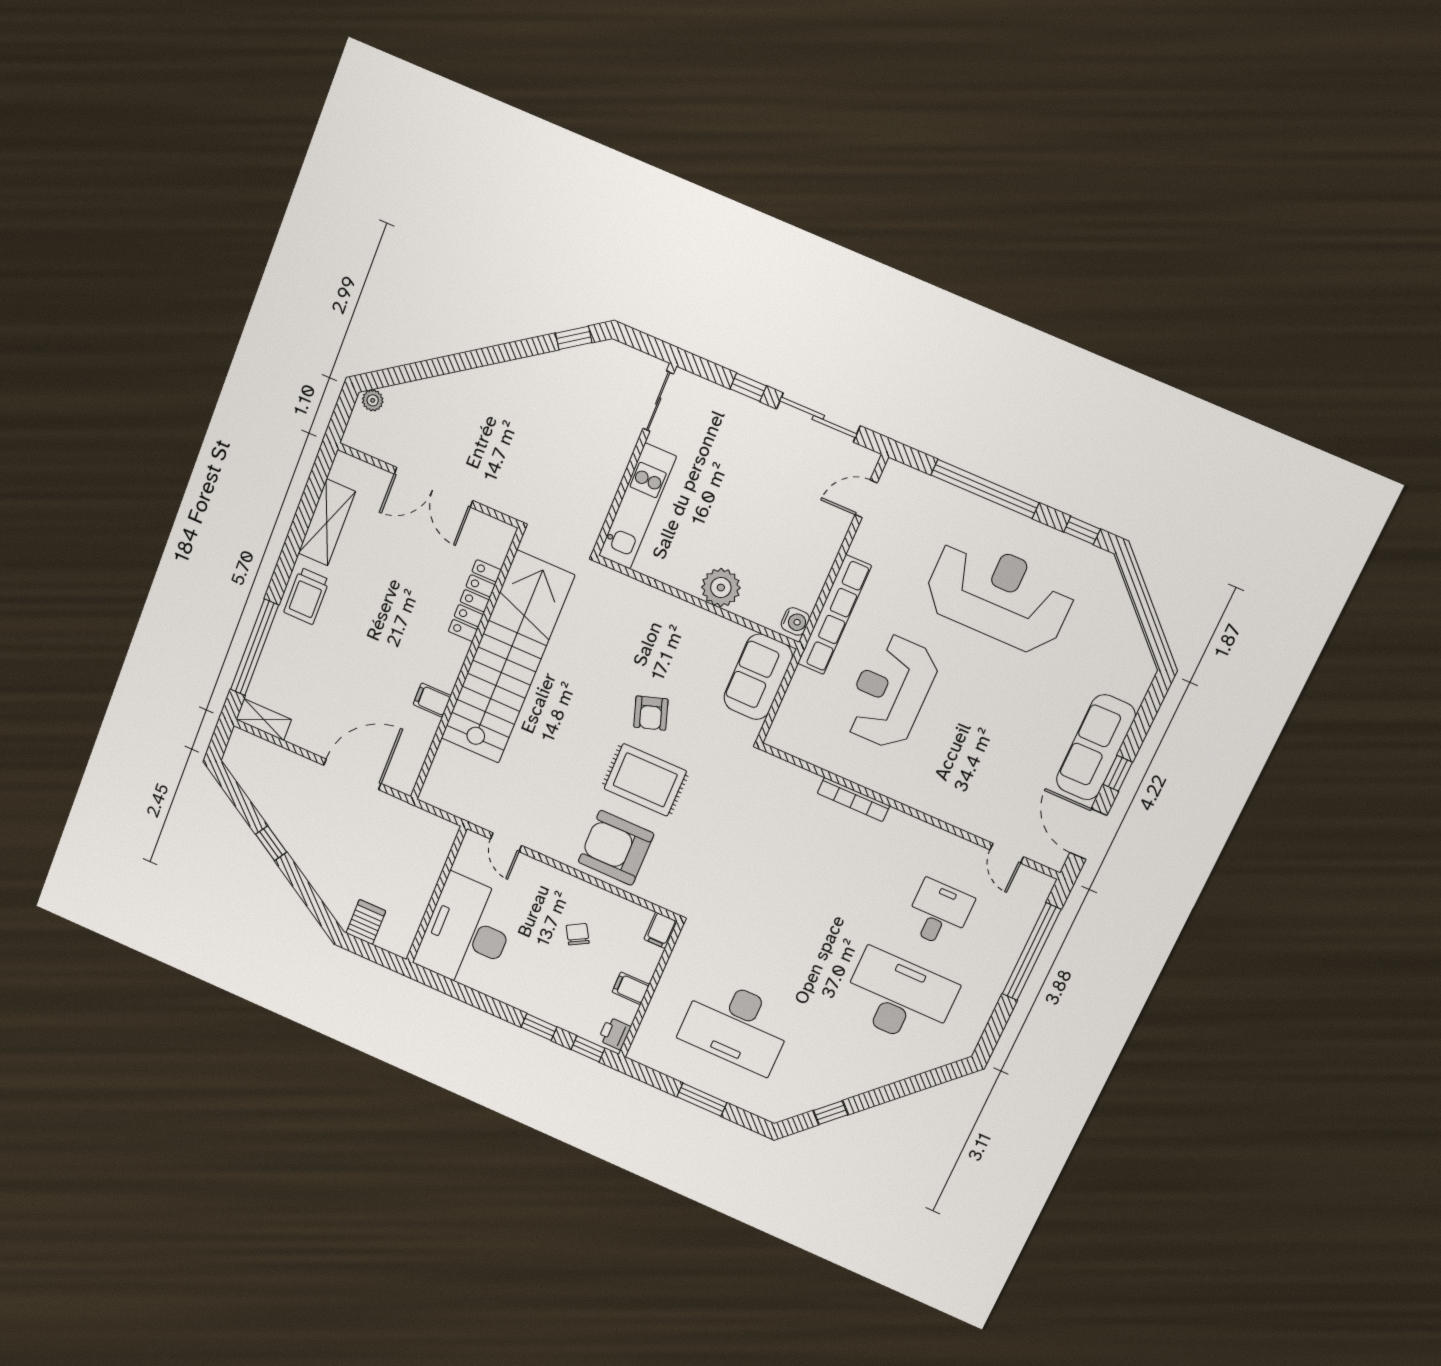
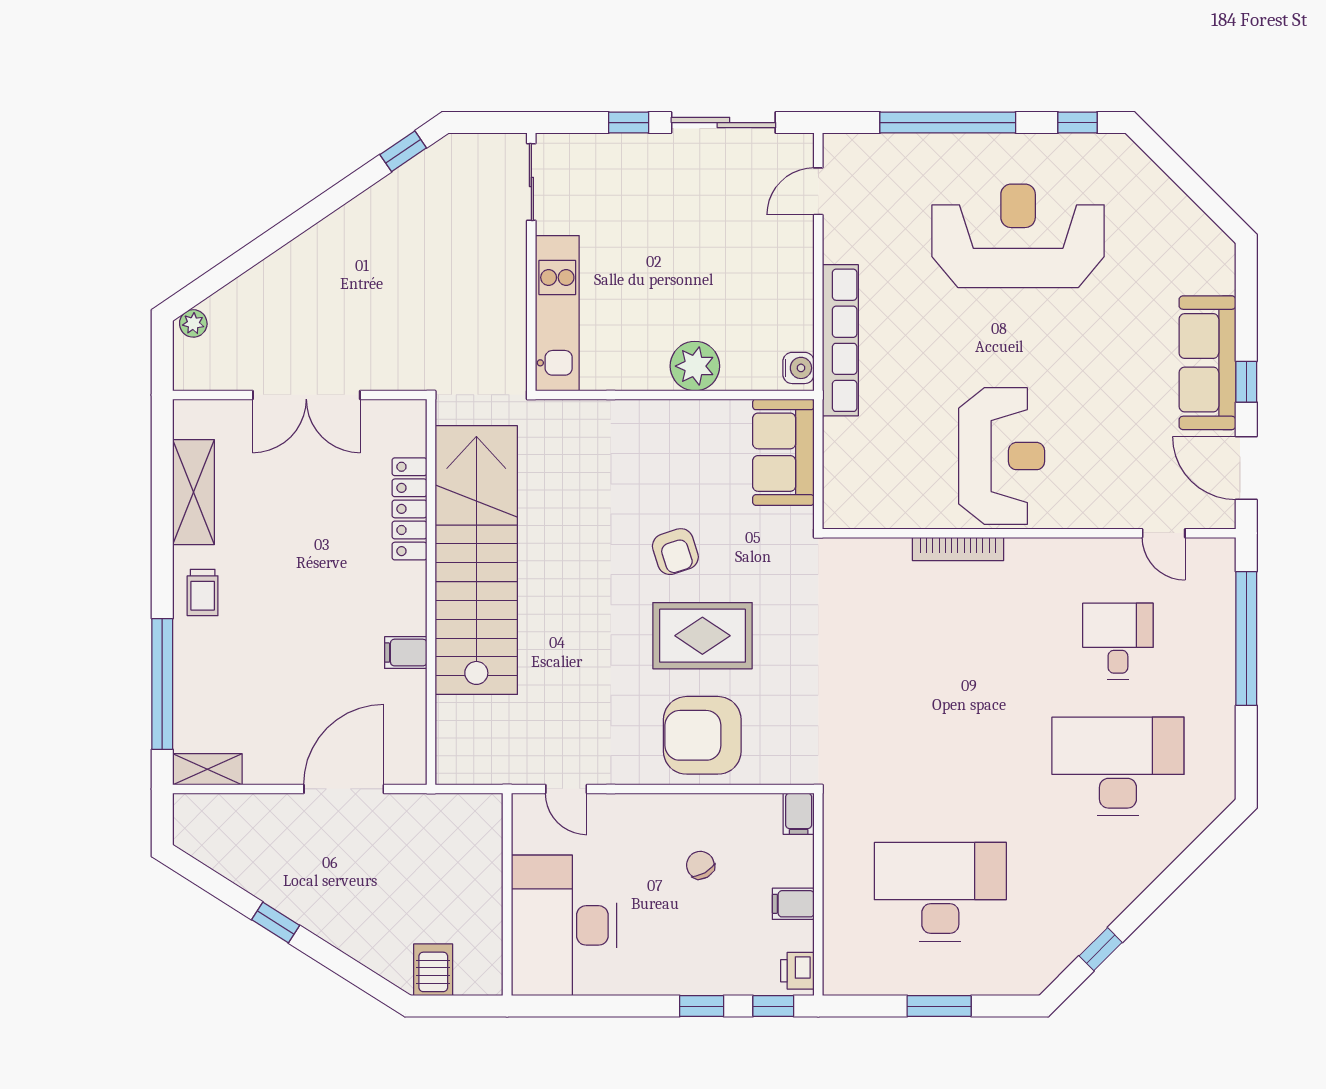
trolley: (307, 596) -> (203, 592), width x0.73, depth x0.72
reception desk: (890, 692) -> (1002, 456), moved, turned 180
desk: (736, 1026) -> (940, 892), turned 180

